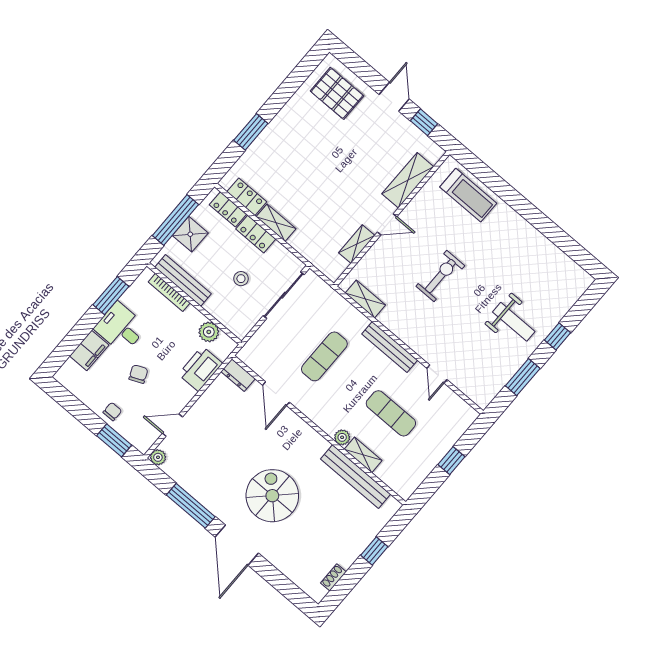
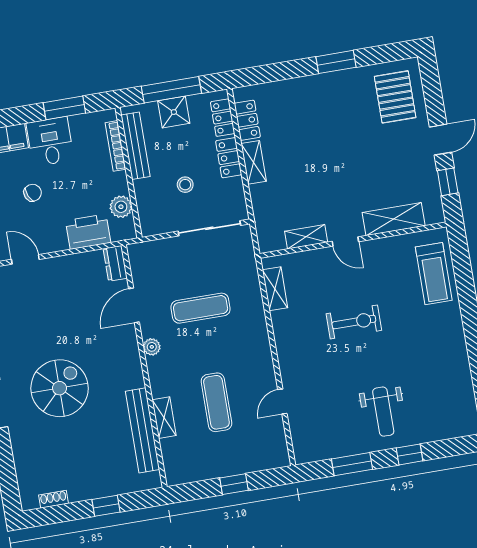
window: (251, 132) -> (336, 62), moved
bench: (390, 347) -> (262, 346), removed
plant: (342, 437) -> (152, 347), moved

